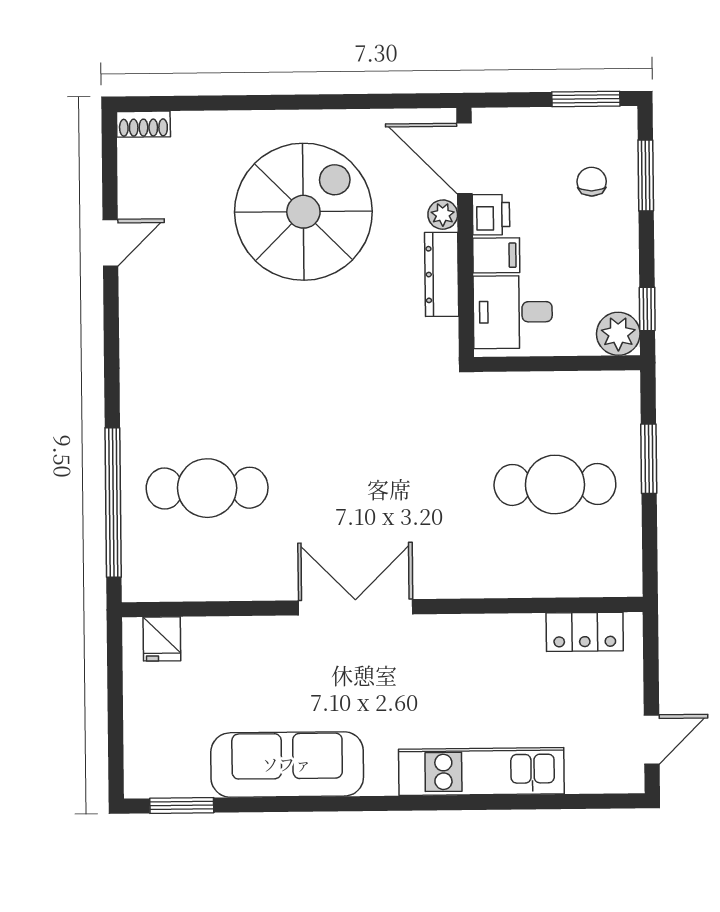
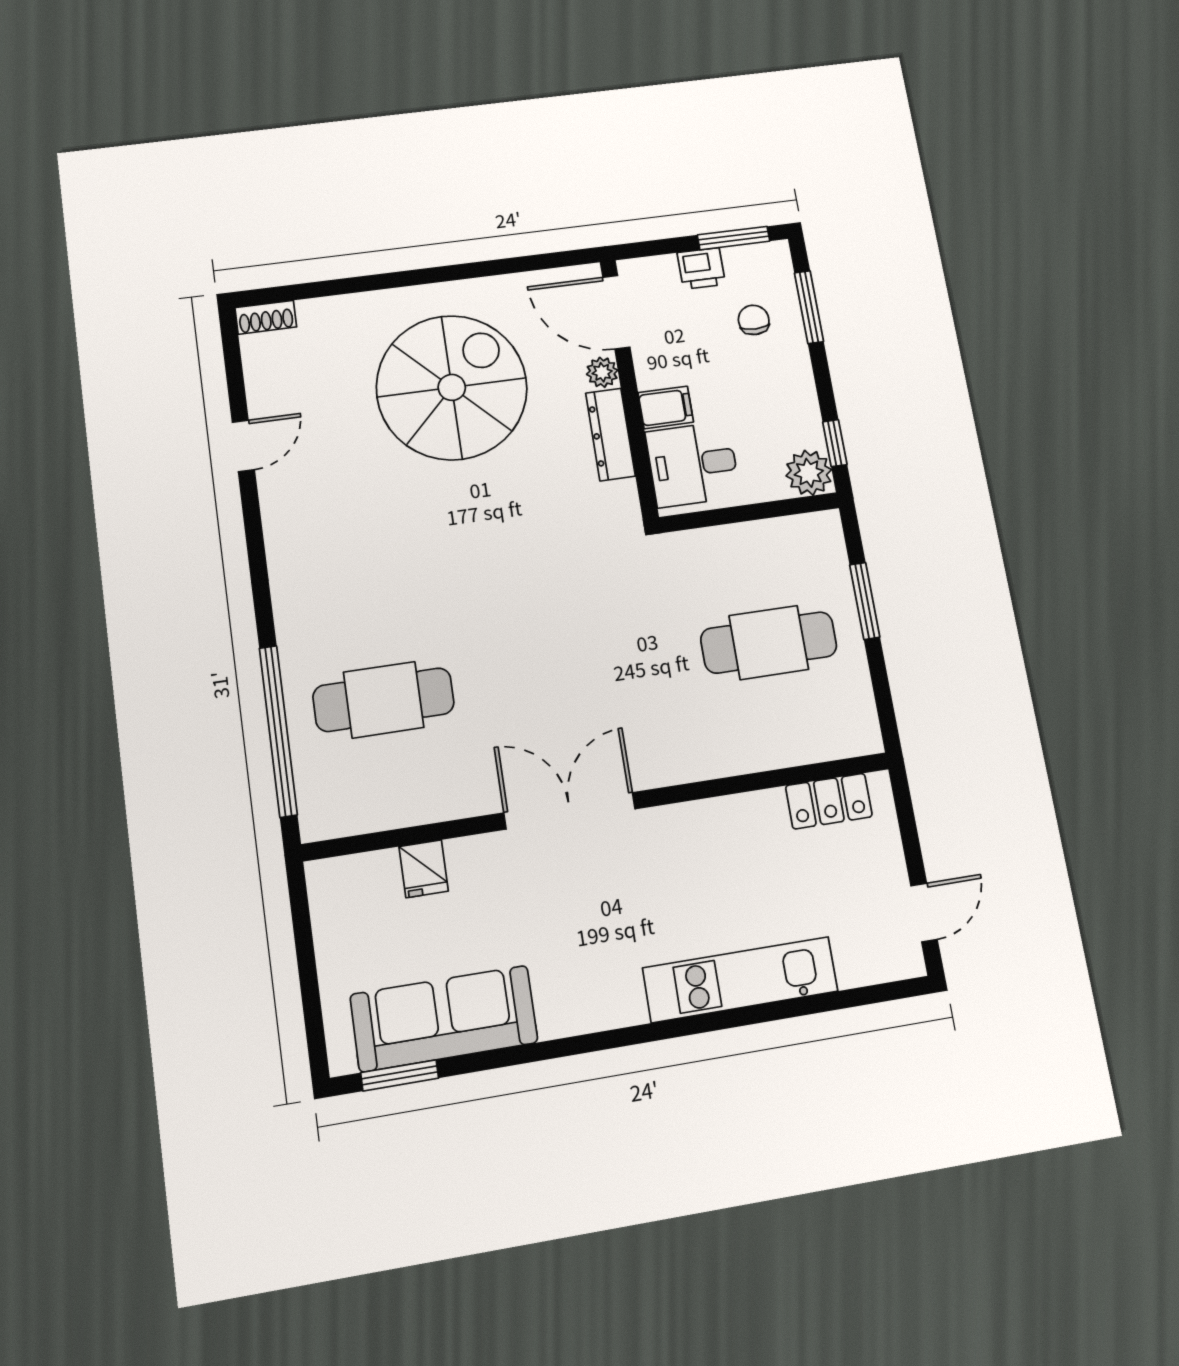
printer: (491, 215) -> (701, 268), moved, turned 90
fridge: (162, 639) -> (424, 869), moved
sofa: (287, 764) -> (444, 1019), moved

